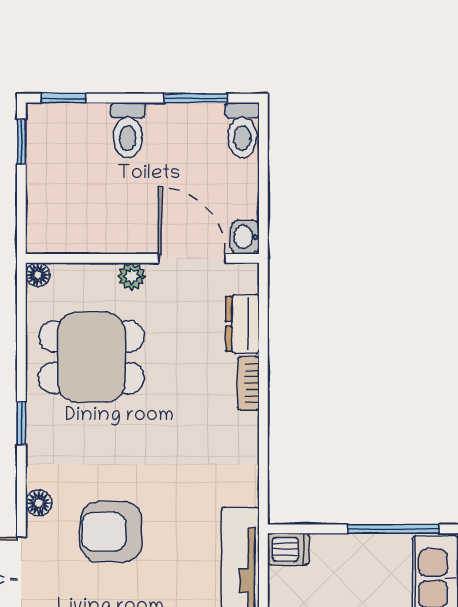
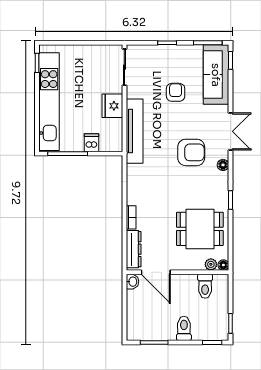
toilet: (242, 130) -> (205, 286), moved, turned 180
plant: (132, 276) -> (211, 264), moved
dresser: (242, 324) -> (134, 249), width x1.44
dishwasher: (288, 549) -> (92, 143), moved, turned 90

